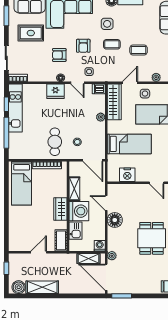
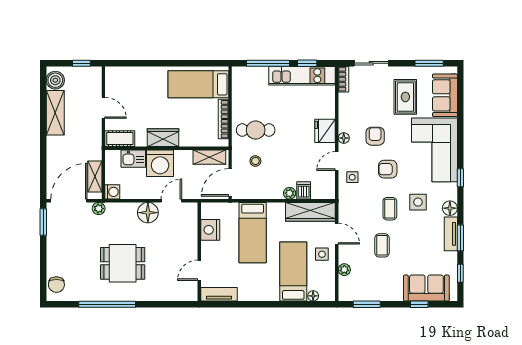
dishwasher: (99, 89) -> (304, 190), moved
shelving: (74, 189) -> (209, 157), moved

